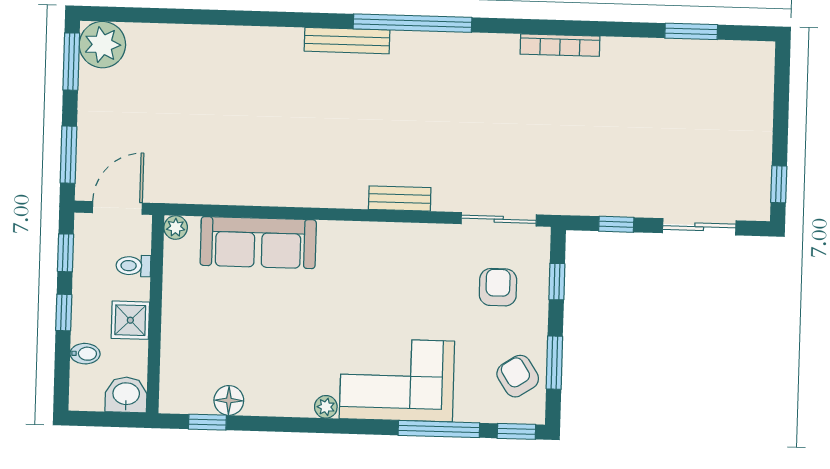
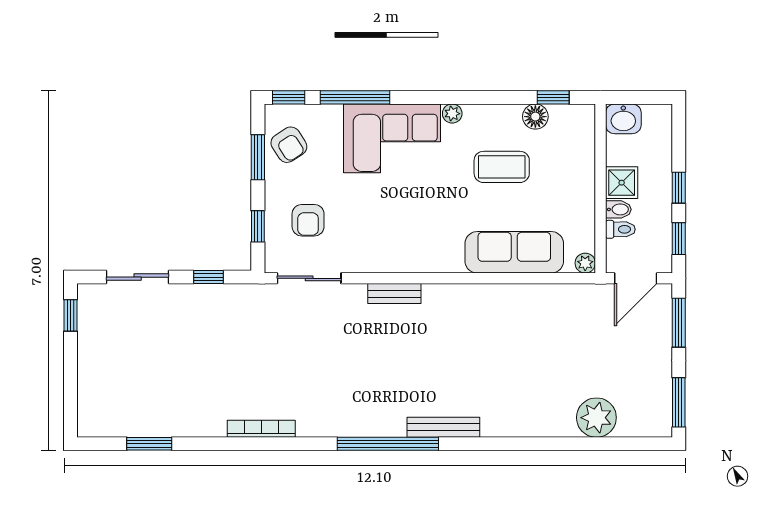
plant: (102, 45) -> (596, 418), moved
coffee table: (270, 343) -> (502, 167), added
bidet: (85, 354) -> (618, 209), moved, turned 180

